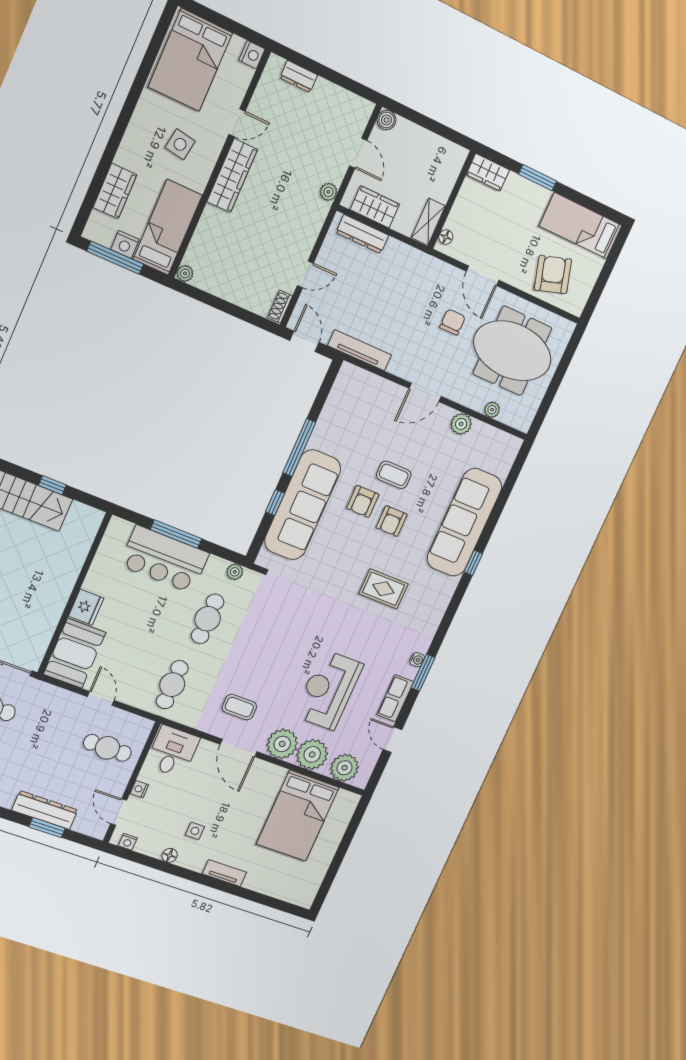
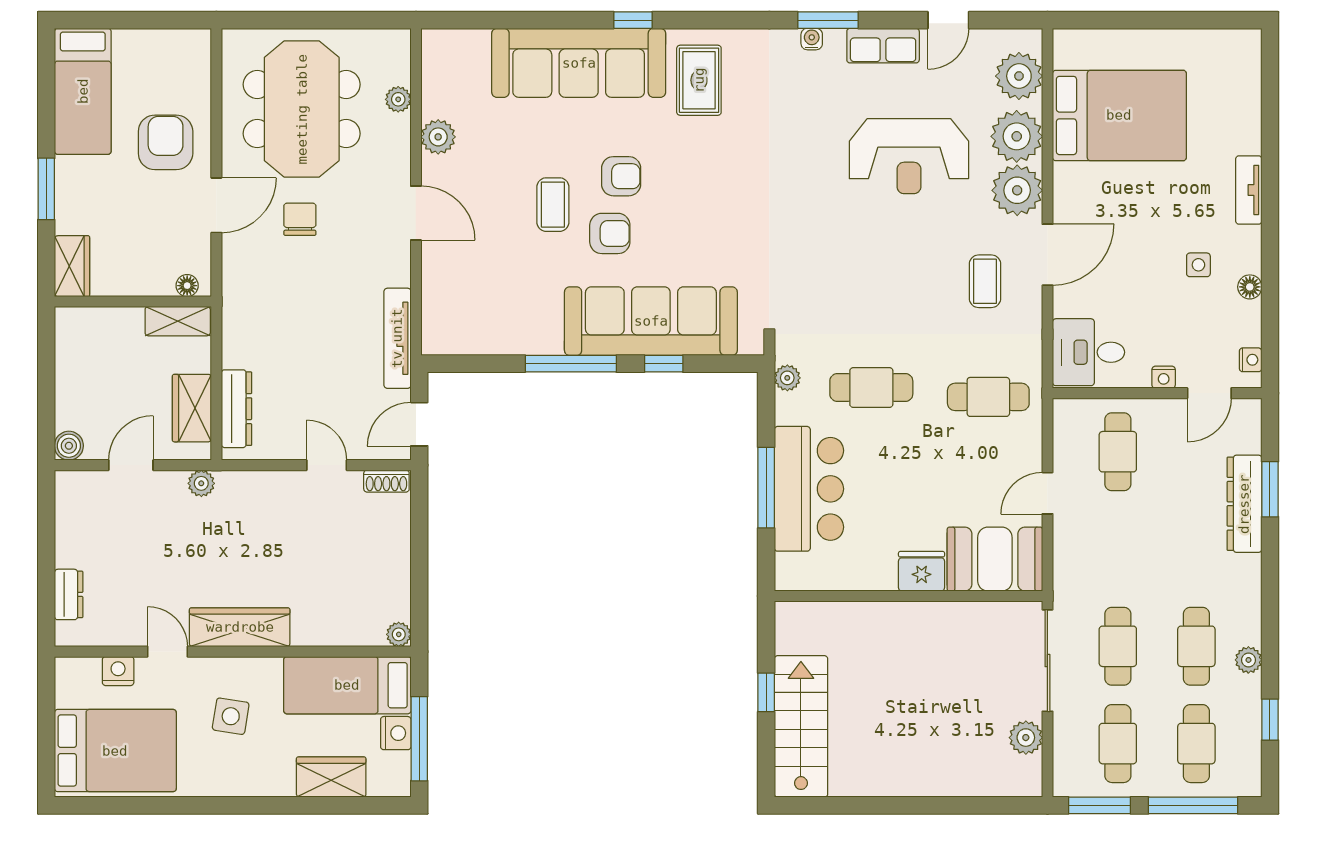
nightstand: (252, 55) -> (118, 671), moved
armchair: (553, 275) -> (166, 142), moved, turned 107
chair: (453, 322) -> (300, 219), turned 90
rug: (384, 589) -> (699, 80), moved

